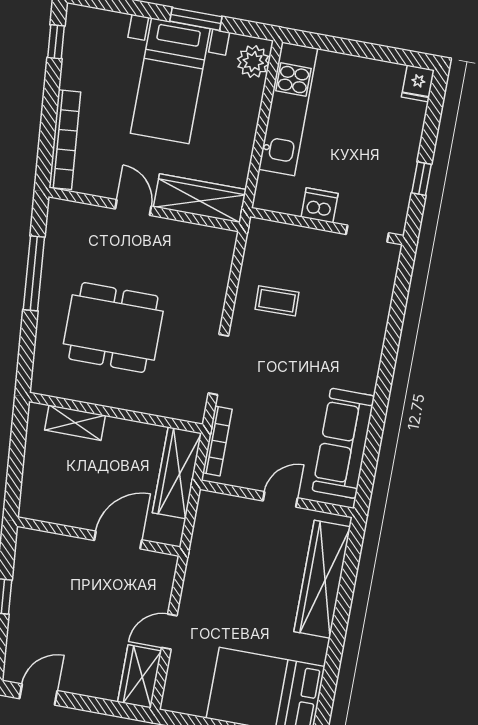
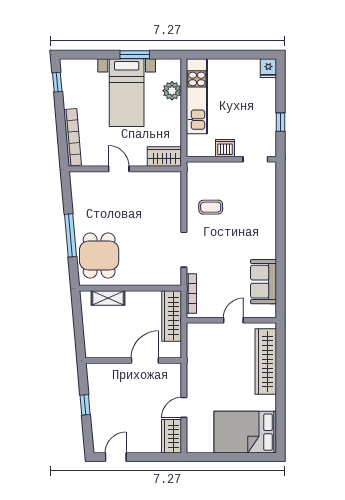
plant: (253, 61) -> (172, 91), moved
wardrobe: (200, 198) -> (164, 157), width x0.67
window: (34, 273) -> (70, 235), moved
dining table: (113, 327) -> (99, 256), moved, width x0.73
sofa: (343, 443) -> (264, 282), width x0.73

